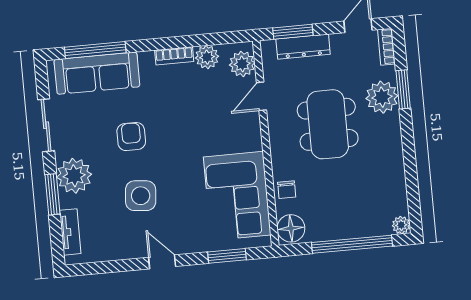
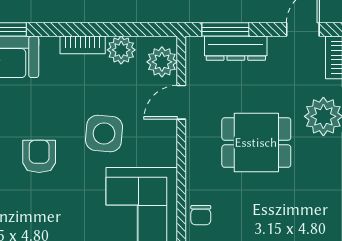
dining table: (328, 124) -> (256, 143), width x0.73
armchair: (131, 137) -> (39, 156), moved
side table: (141, 196) -> (104, 134), moved

